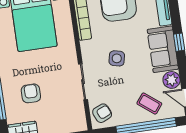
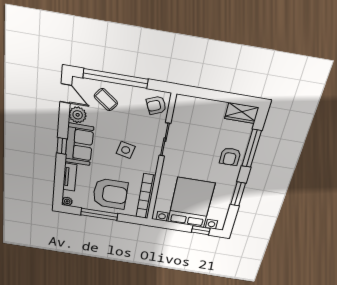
armchair: (31, 93) -> (230, 157), moved

